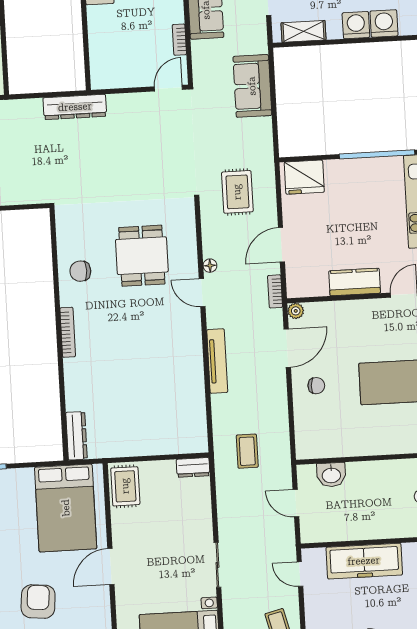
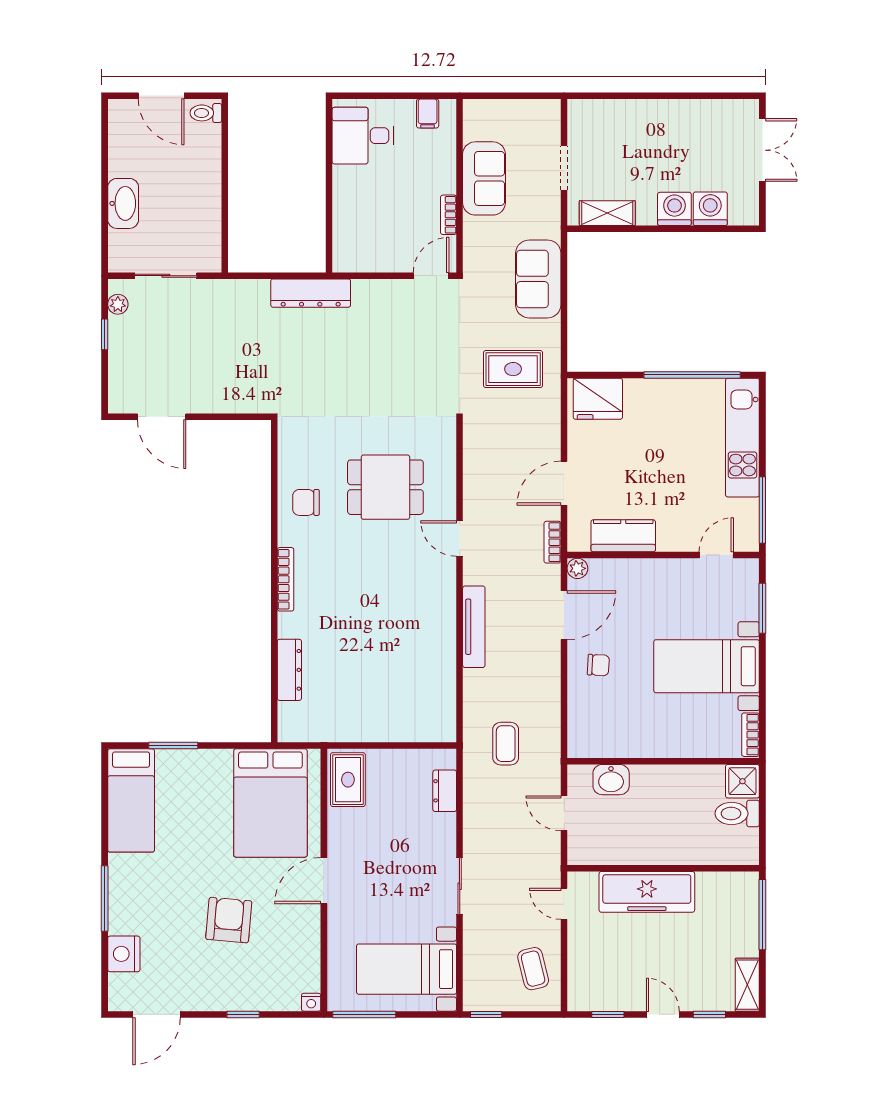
rug: (237, 192) -> (513, 369), moved, turned 90
dining table: (142, 256) -> (385, 487), turned 90
floor lamp: (210, 266) -> (471, 505), removed
kitchen counter: (355, 282) -> (623, 536), moved
dresser: (76, 436) -> (289, 670), moved
dresser: (193, 467) -> (445, 791), moved, turned 90

